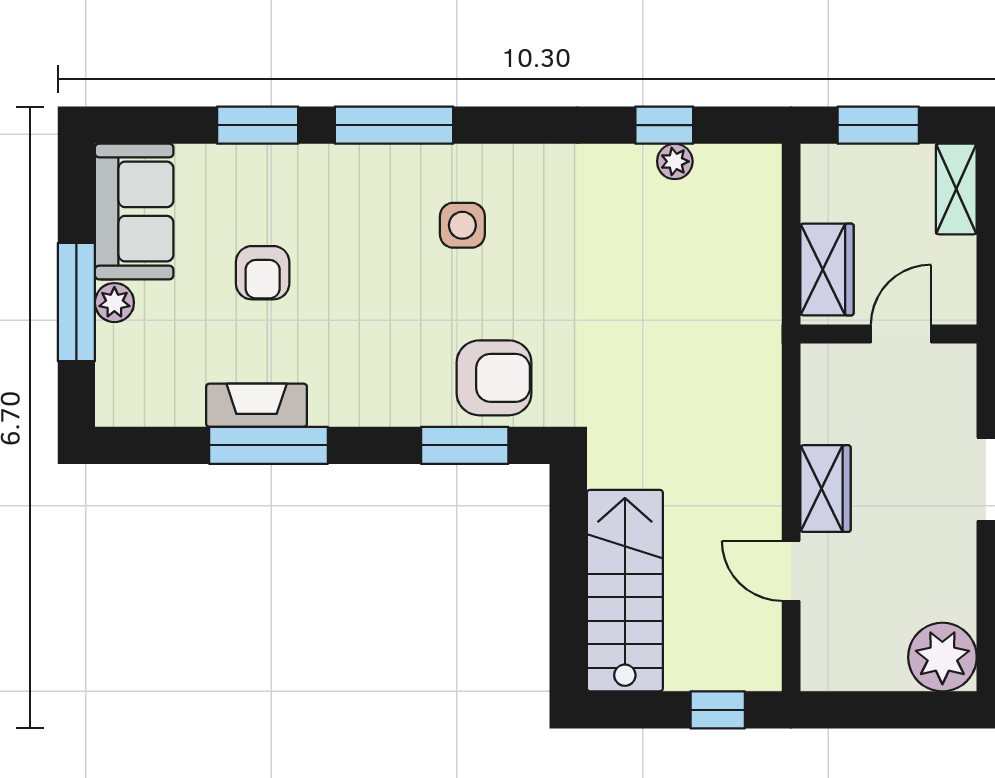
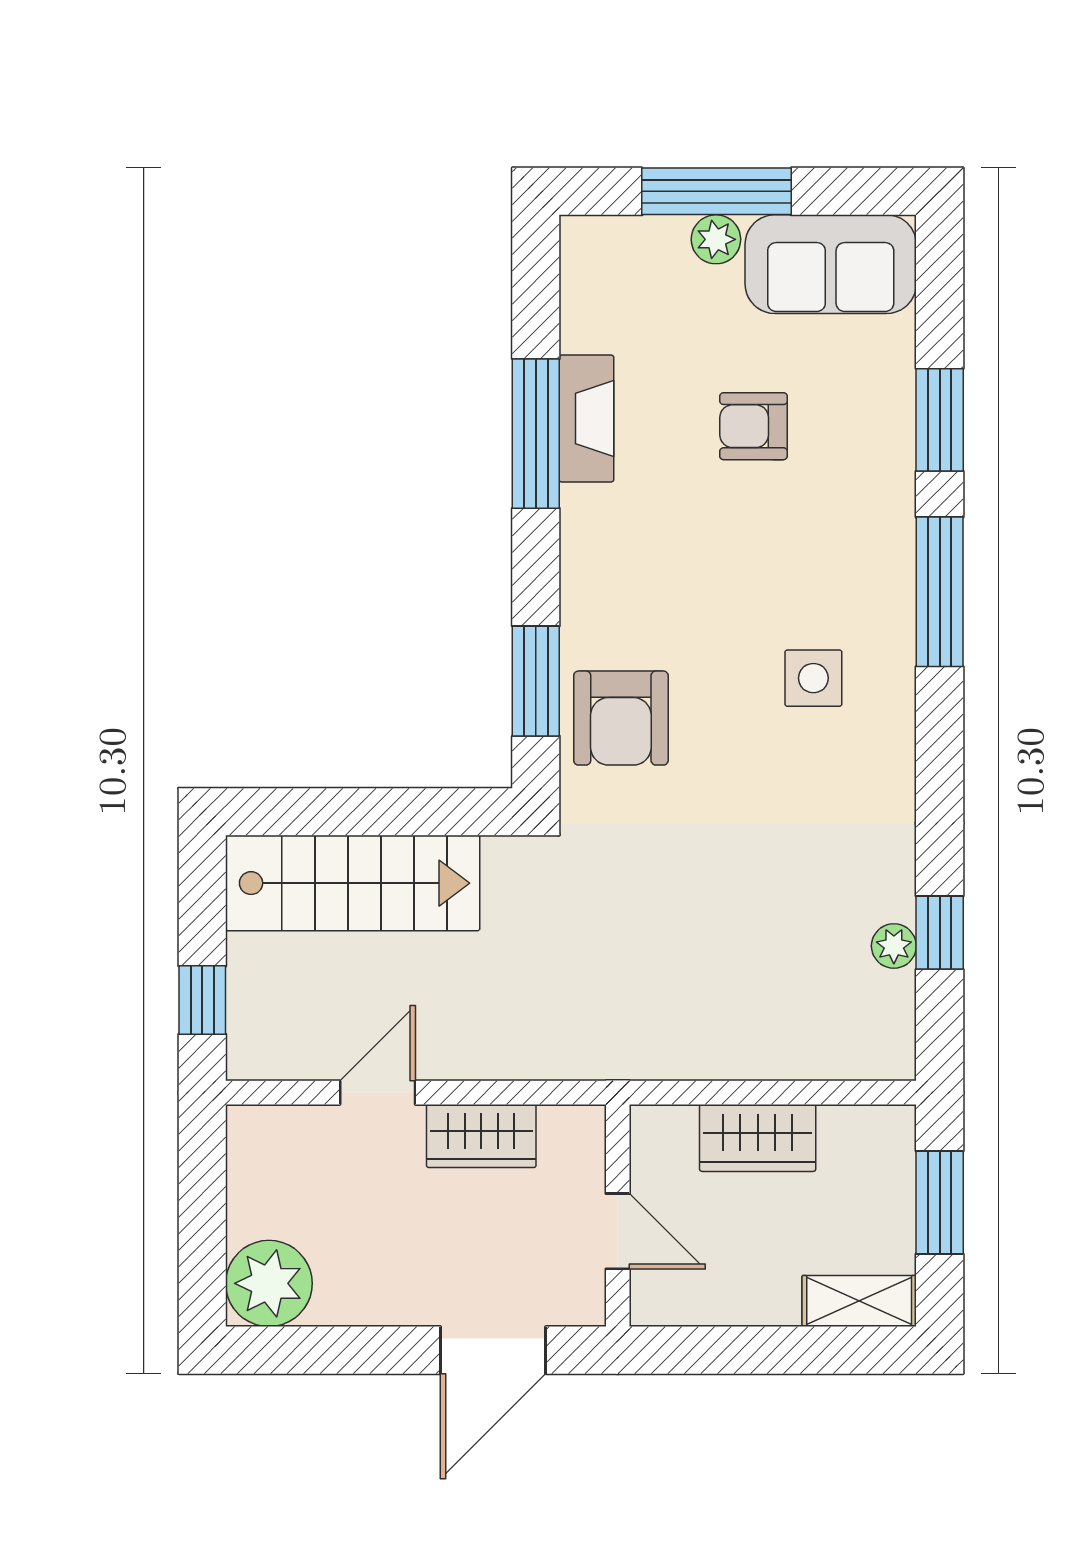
wall: (889, 334) -> (618, 1216), moved
door: (901, 334) -> (618, 1231), moved

